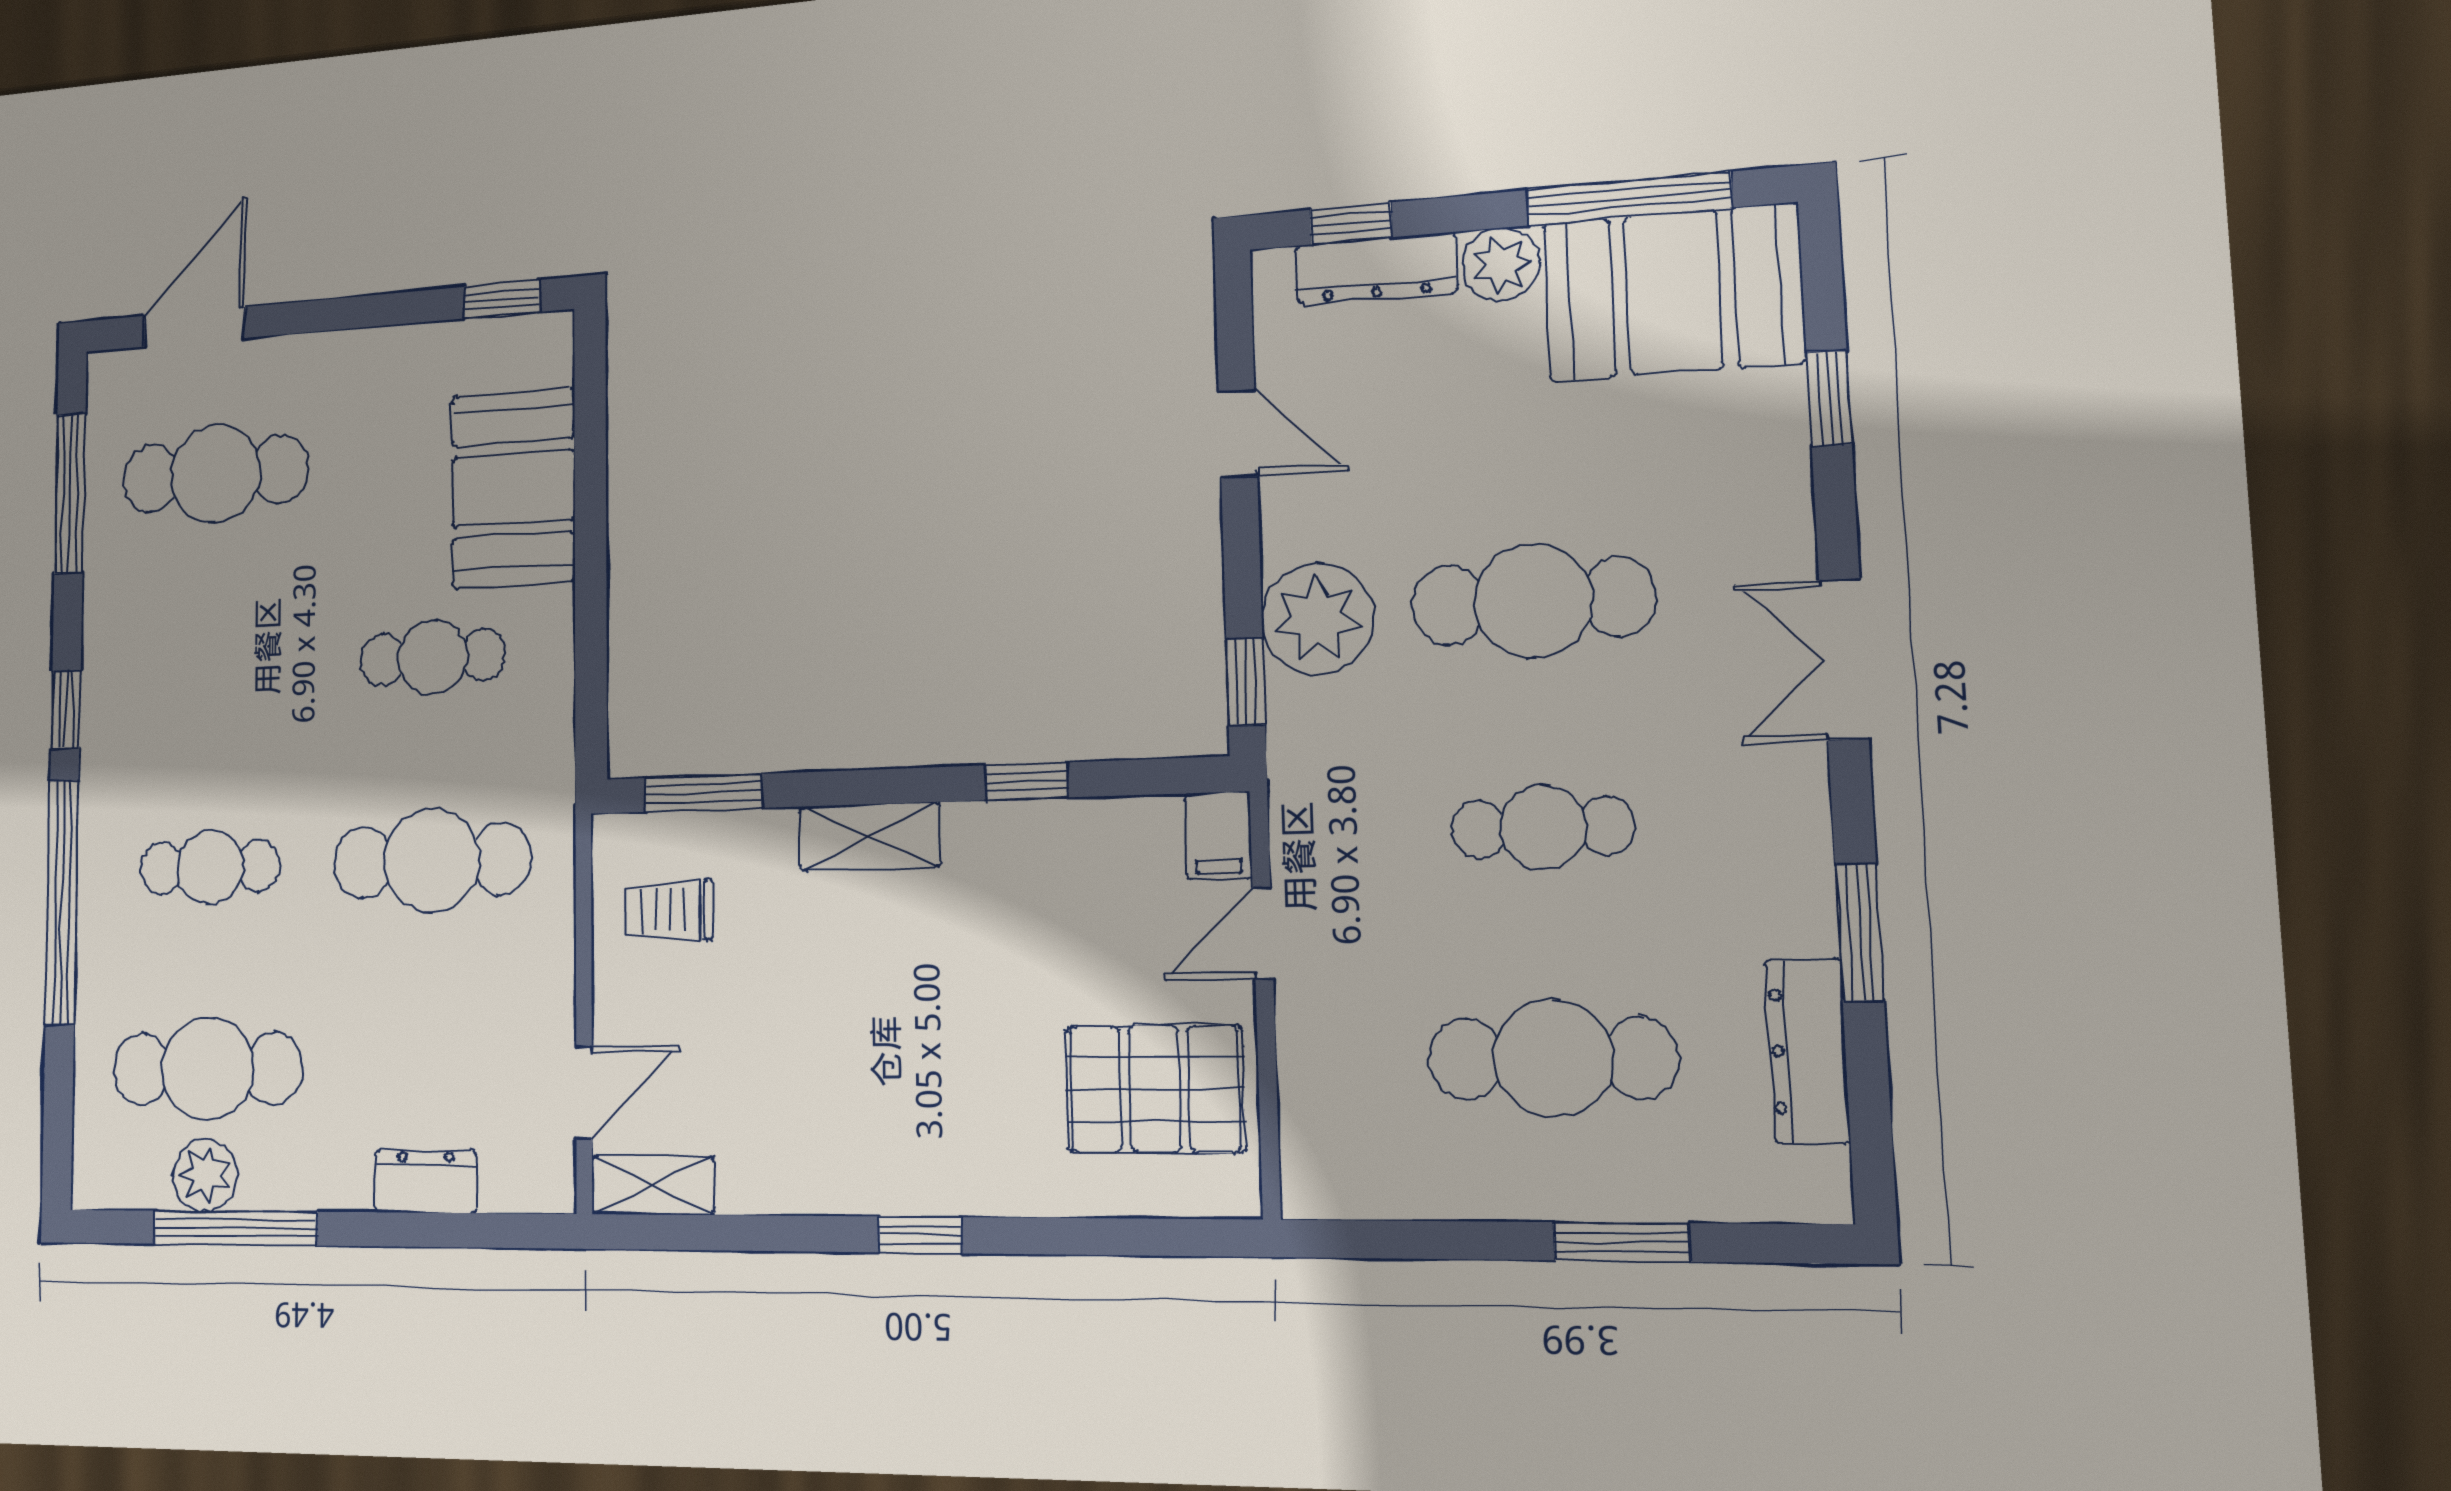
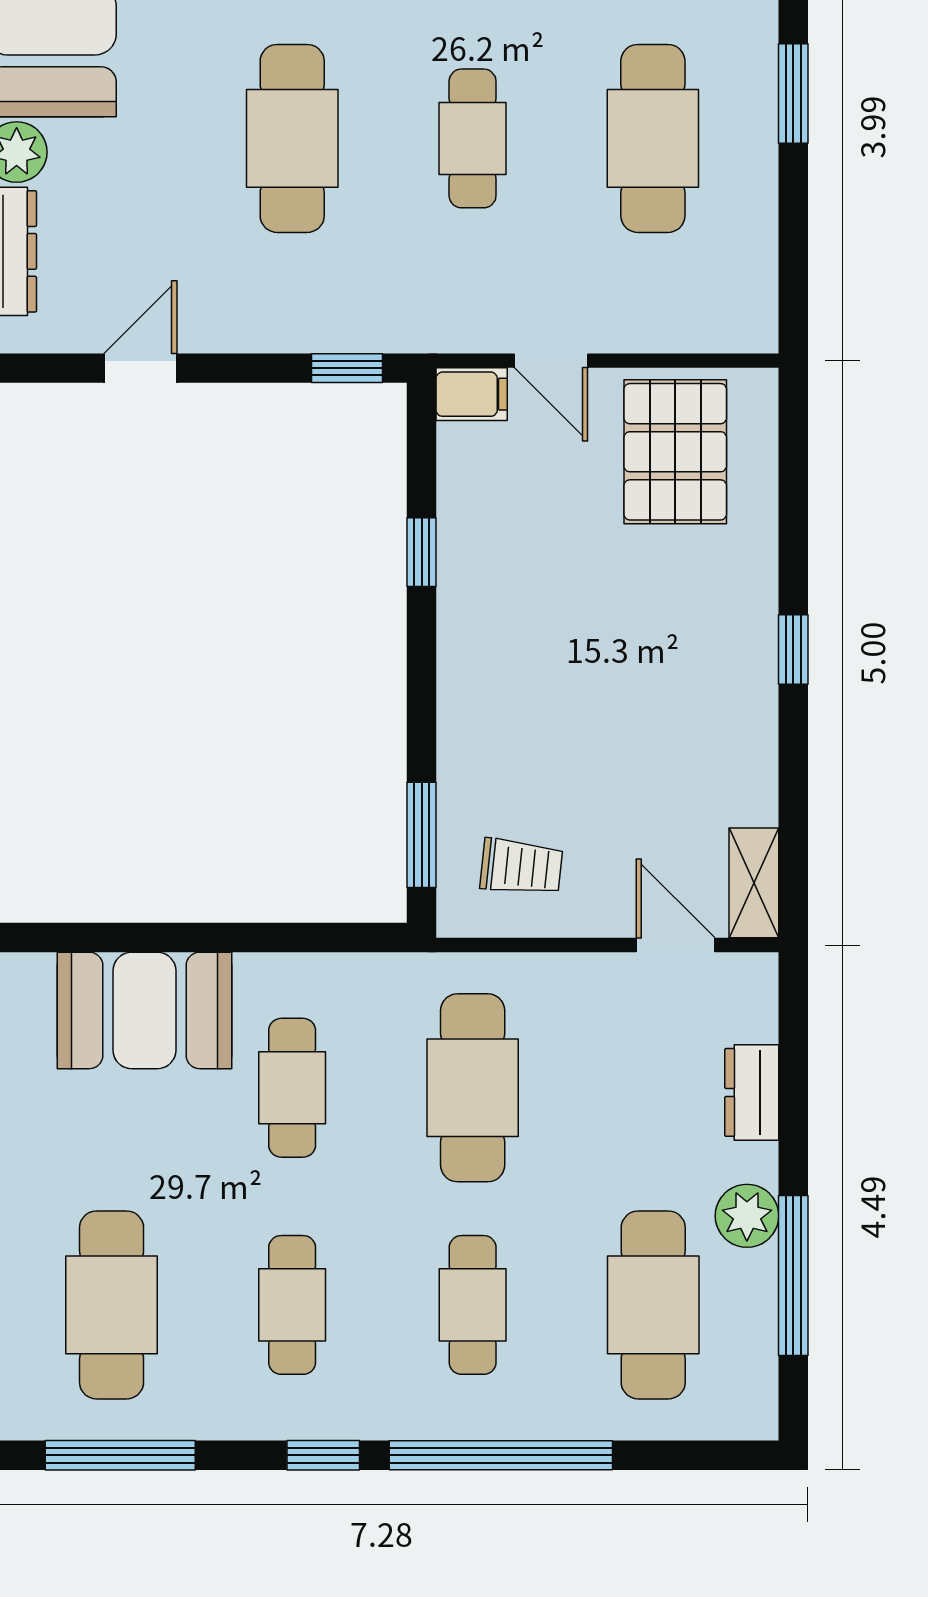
plant: (1318, 619) -> (298, 308), removed
cafe table: (213, 669) -> (292, 1305), added
shelving: (870, 837) -> (464, 688), removed
trolley: (669, 910) -> (521, 867), turned -84
plant: (205, 1175) -> (747, 1216), moved

